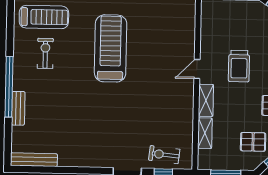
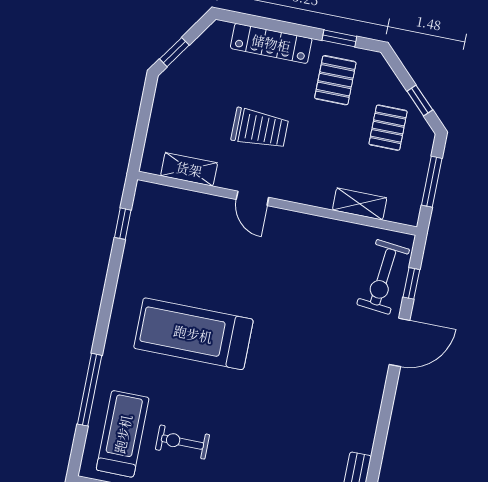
shelving: (206, 100) -> (189, 169), moved
exercise bike: (164, 155) -> (383, 277), width x1.38, depth x1.39

